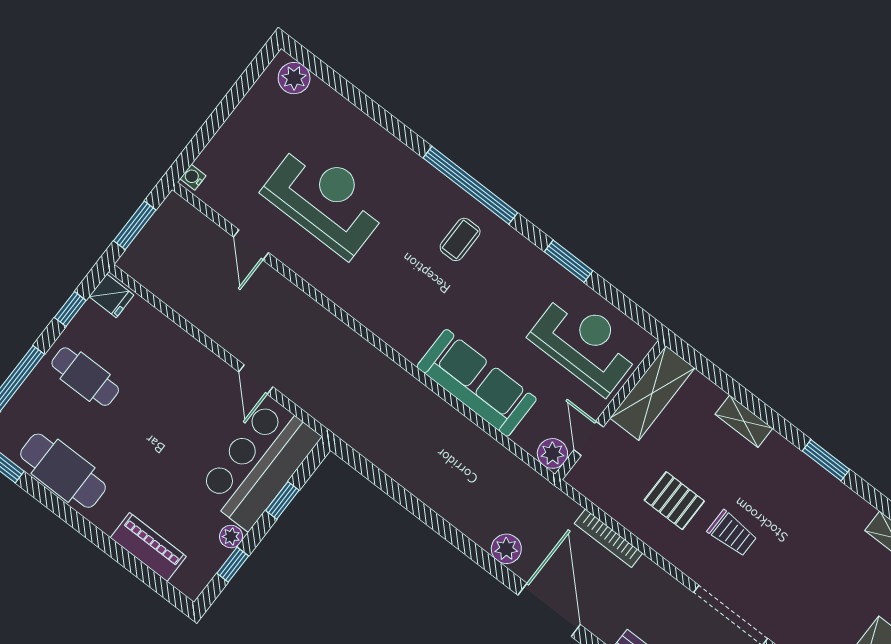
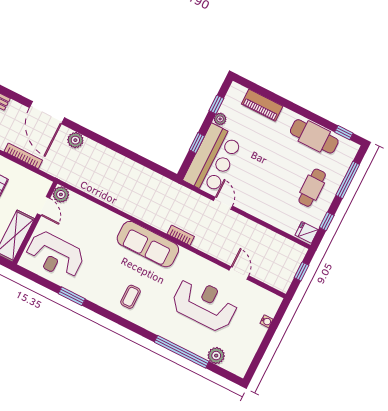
plant: (294, 78) -> (216, 356), moved
water cooler: (193, 177) -> (266, 321), moved
window: (470, 185) -> (182, 352), moved
reception desk: (326, 199) -> (205, 304), turned 180
window: (135, 225) -> (301, 271), width x0.67
bookcase: (345, 335) -> (181, 235), added
cafe table: (85, 377) -> (312, 188), turned 90
sofa: (477, 383) -> (148, 244), moved

